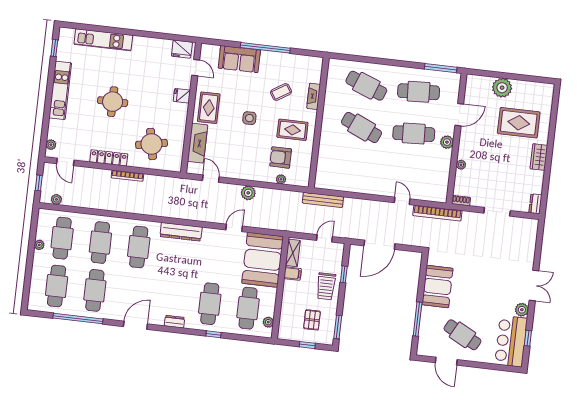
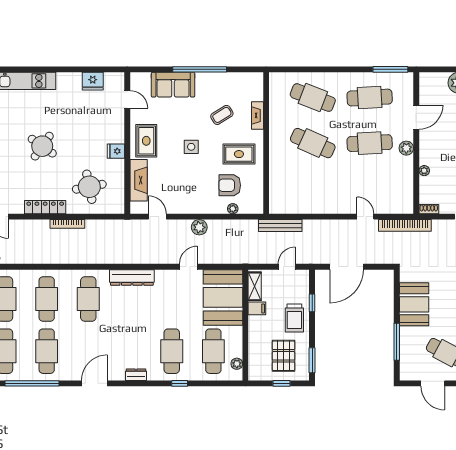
fridge: (182, 49) -> (93, 81), moved
fridge: (182, 96) -> (116, 151), moved
round table: (113, 102) -> (42, 146), turned 35
pallet: (312, 320) -> (284, 356), width x1.50, depth x1.42

